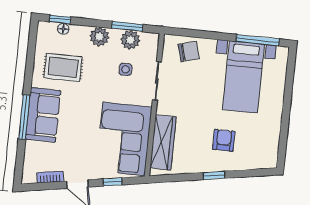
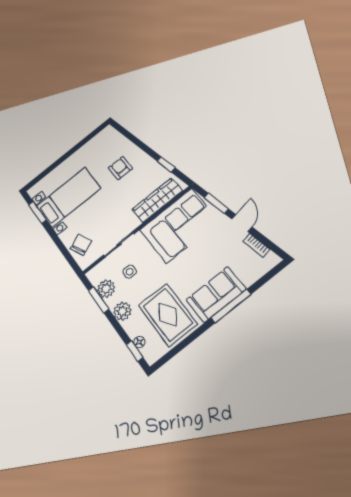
window: (258, 40) -> (37, 212), width x0.69
chair: (189, 51) -> (81, 245), turned 82
rug: (63, 67) -> (168, 315), width x1.36, depth x1.43
armchair: (224, 140) -> (120, 168), turned 90
window: (214, 175) -> (166, 164), moved
window: (113, 182) -> (216, 203), width x1.50

